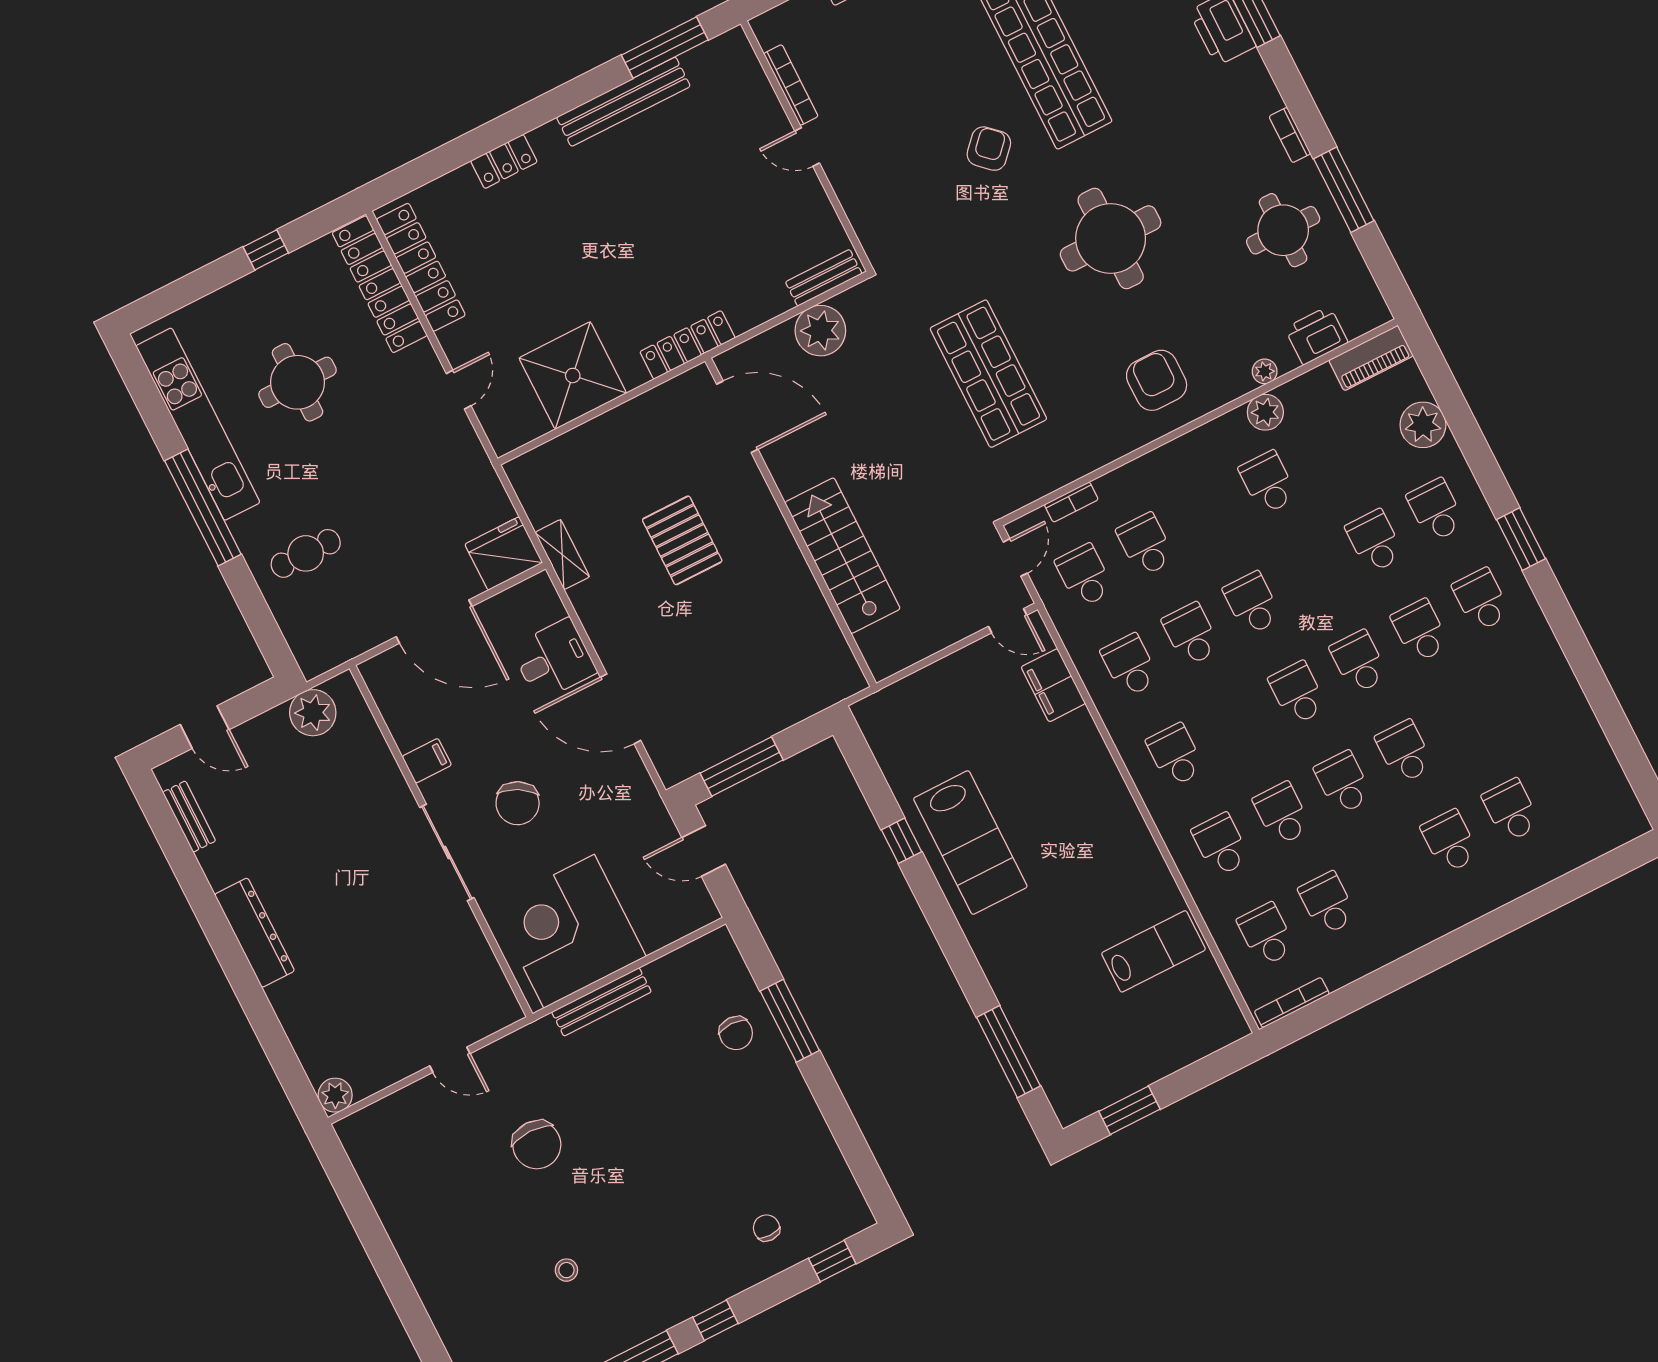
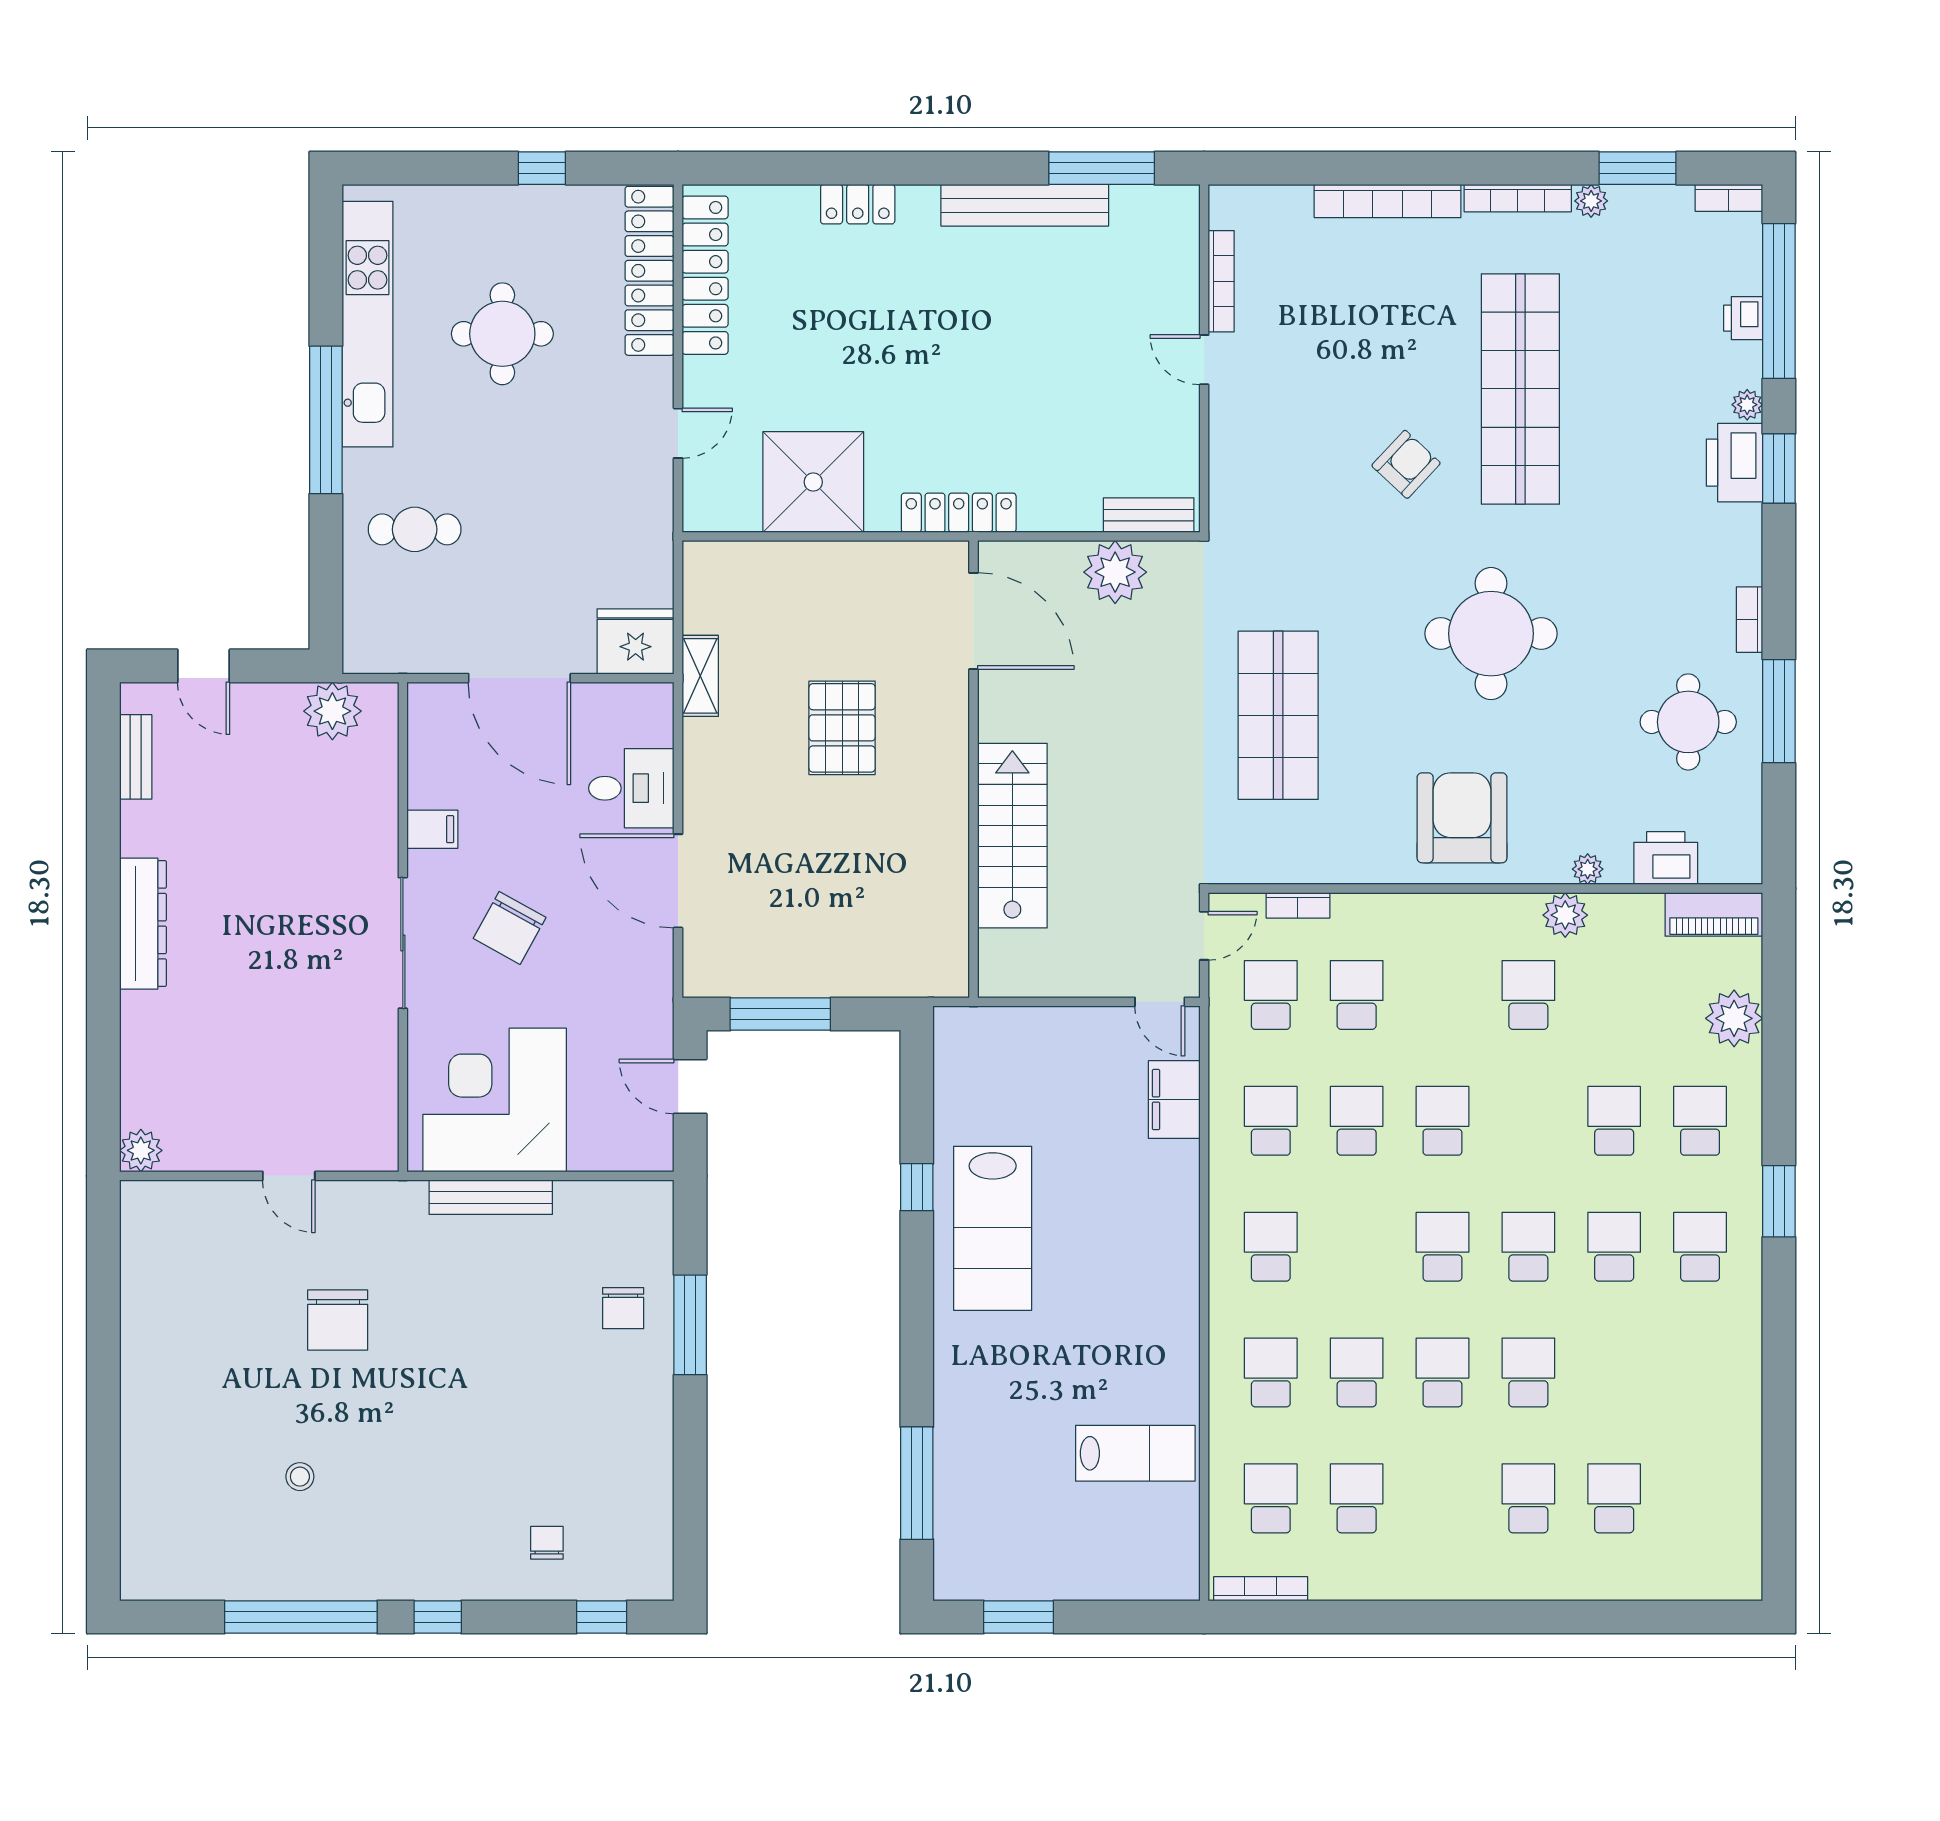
armchair: (1157, 380) -> (1462, 818), width x1.36, depth x1.36

